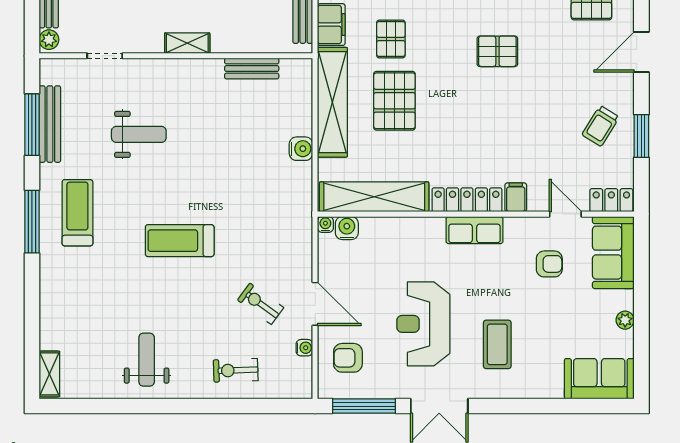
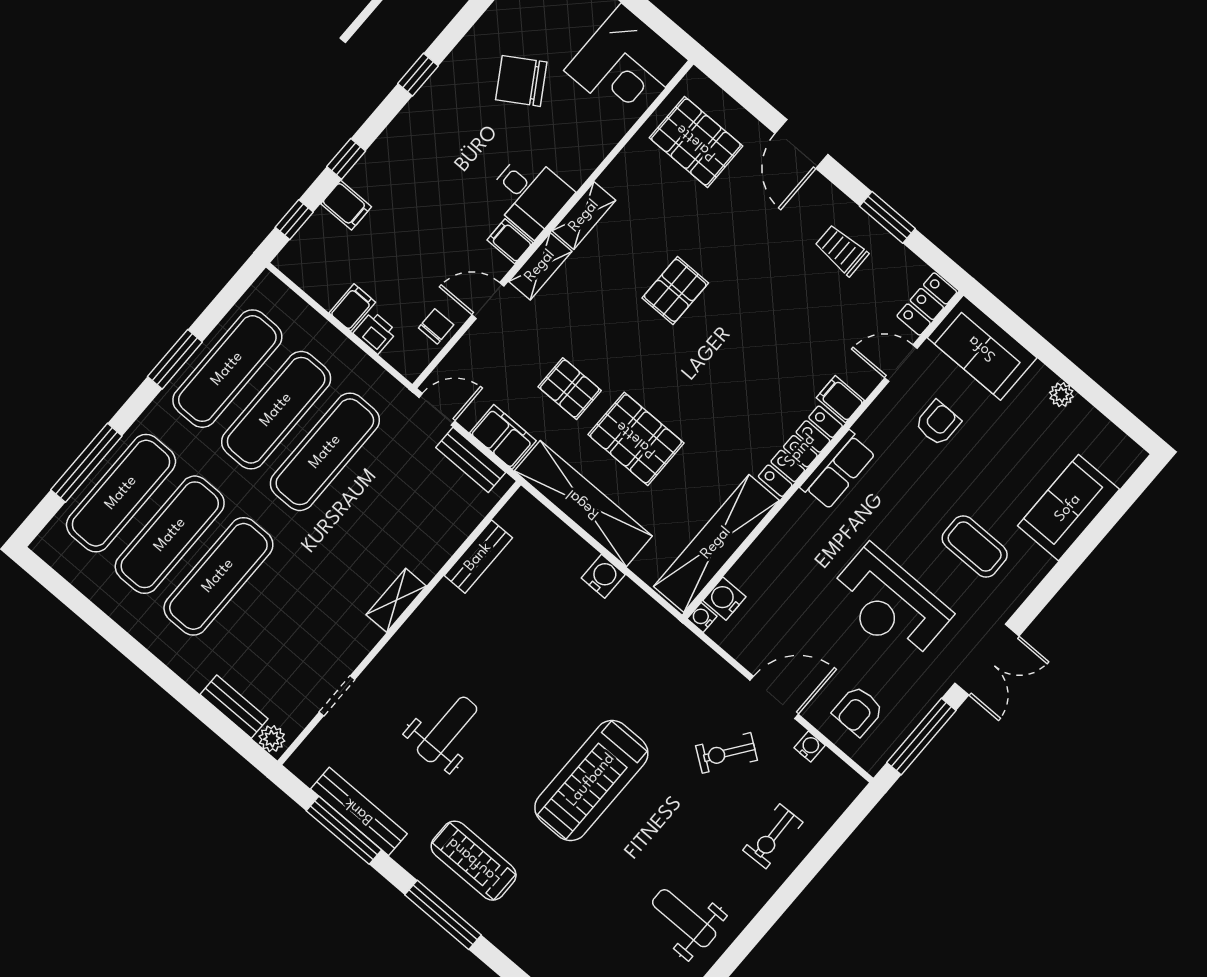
trolley: (601, 126) -> (841, 250), turned 148
treadmill: (180, 241) -> (591, 780), width x1.37, depth x1.38
sofa: (599, 379) -> (1068, 508), moved

